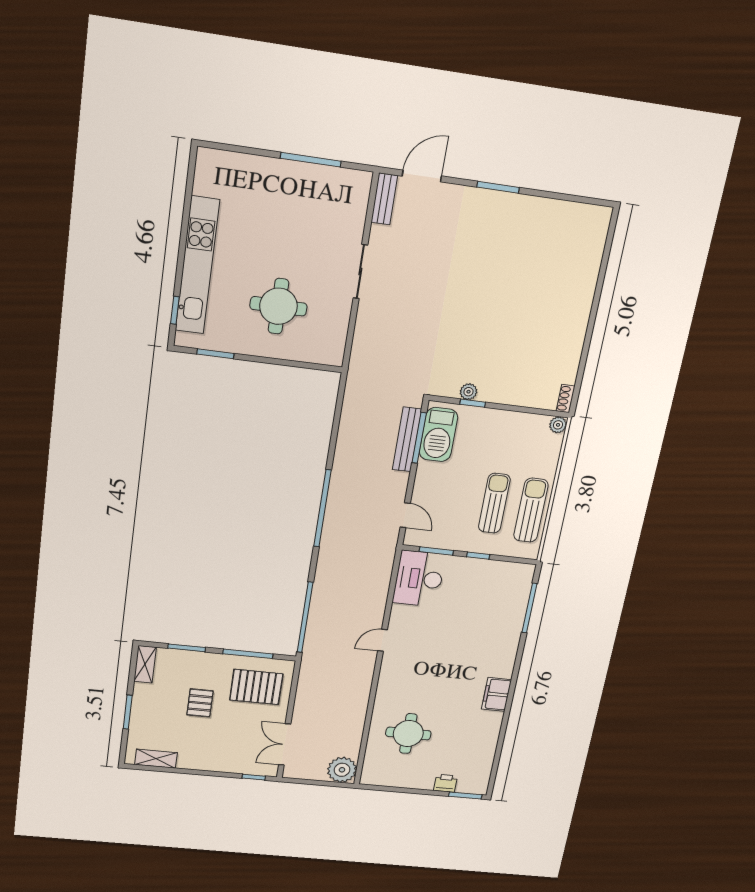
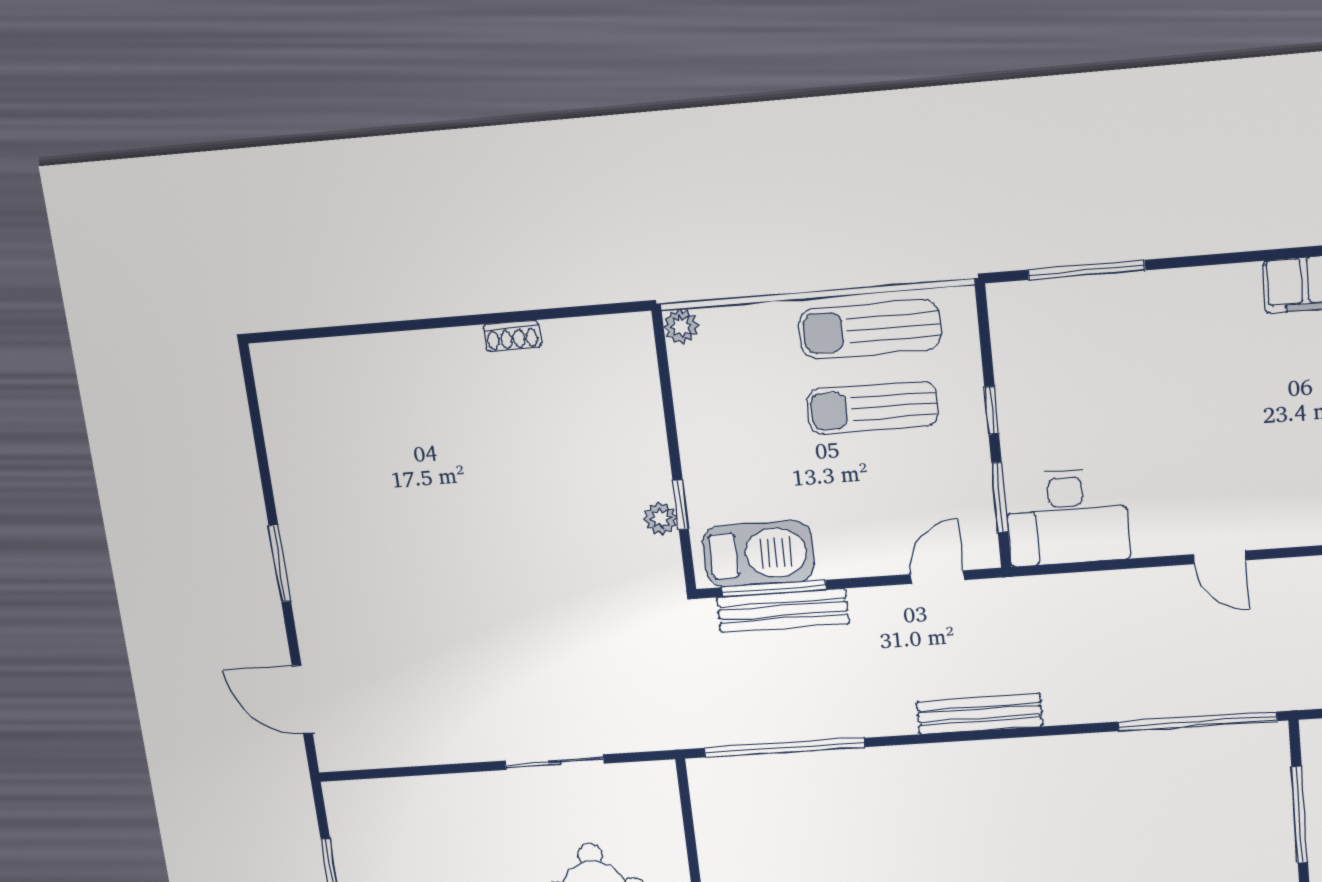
bench: (384, 199) -> (980, 714), moved, width x1.36
sliding door: (360, 272) -> (554, 762), moved
shoe rack: (566, 399) -> (512, 336), moved
window: (322, 508) -> (784, 748), moved

